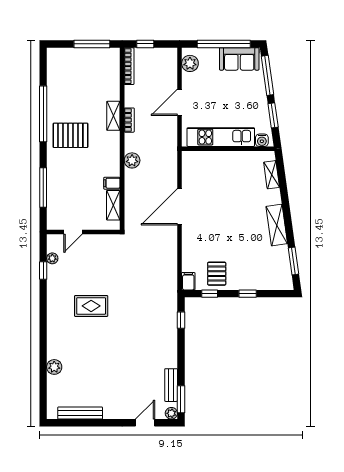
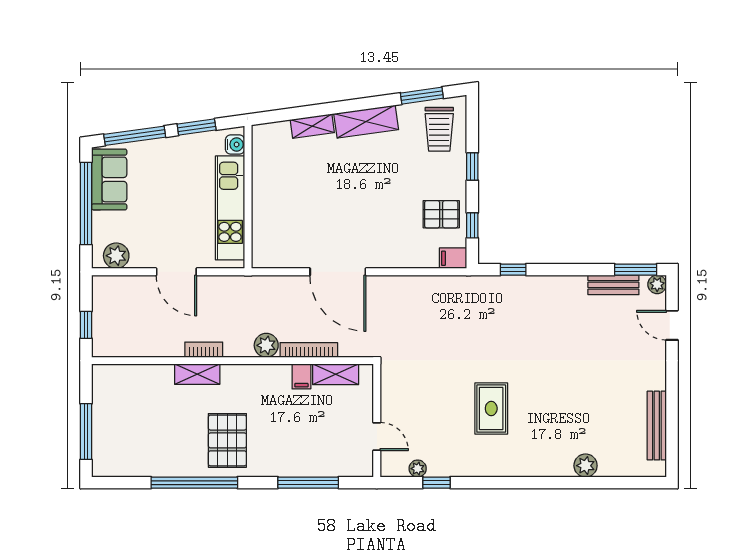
window: (92, 44) -> (86, 432), moved
bookcase: (129, 66) -> (309, 350), moved
shelving: (272, 175) -> (312, 126), moved
trolley: (272, 272) -> (439, 129), added

